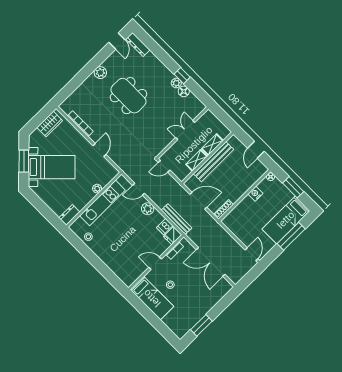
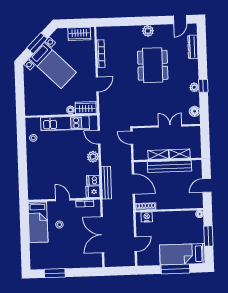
dresser: (138, 44) -> (193, 47), moved
floor lamp: (184, 91) -> (195, 111), moved
wardrobe: (107, 176) -> (86, 108), added
nightstand: (255, 194) -> (147, 217), moved
dresser: (69, 215) -> (34, 110), removed
door: (251, 254) -> (136, 244), moved

